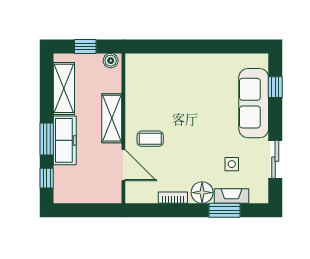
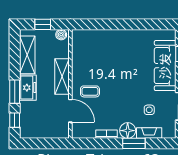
freezer: (65, 140) -> (28, 88), width x0.71
window: (225, 210) -> (134, 143), moved

